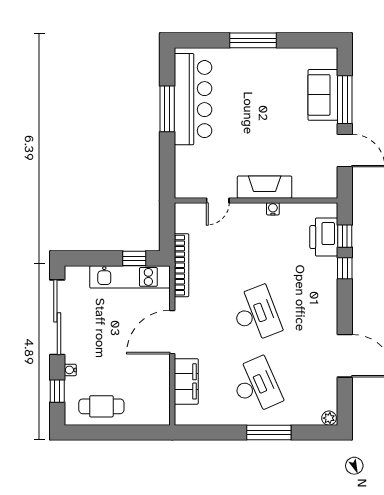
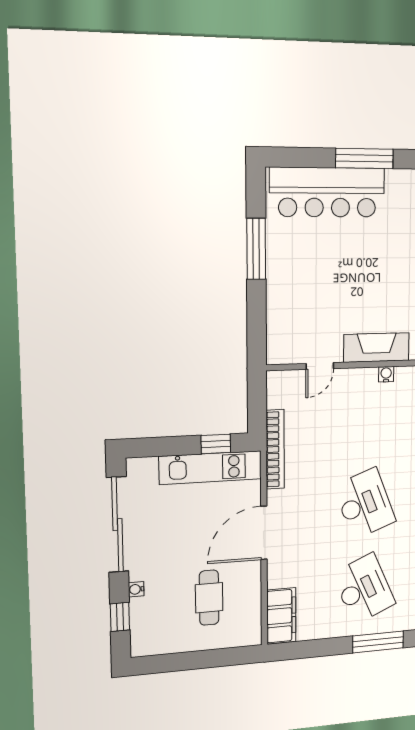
bar counter: (193, 99) -> (327, 192), moved, turned 90
filing cabinet: (186, 381) -> (281, 616), moved
cafe table: (101, 406) -> (209, 598), moved, turned 90

